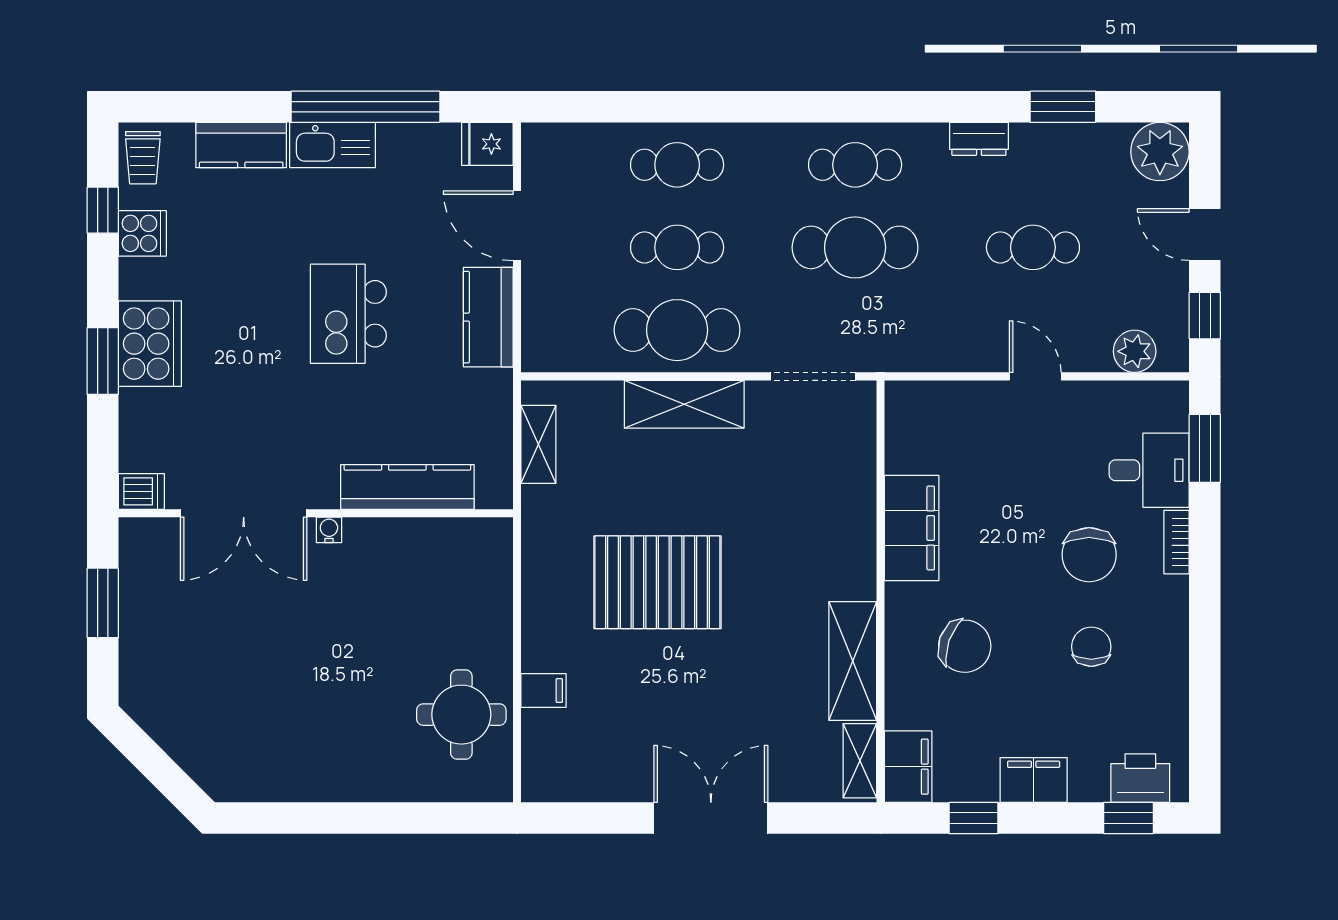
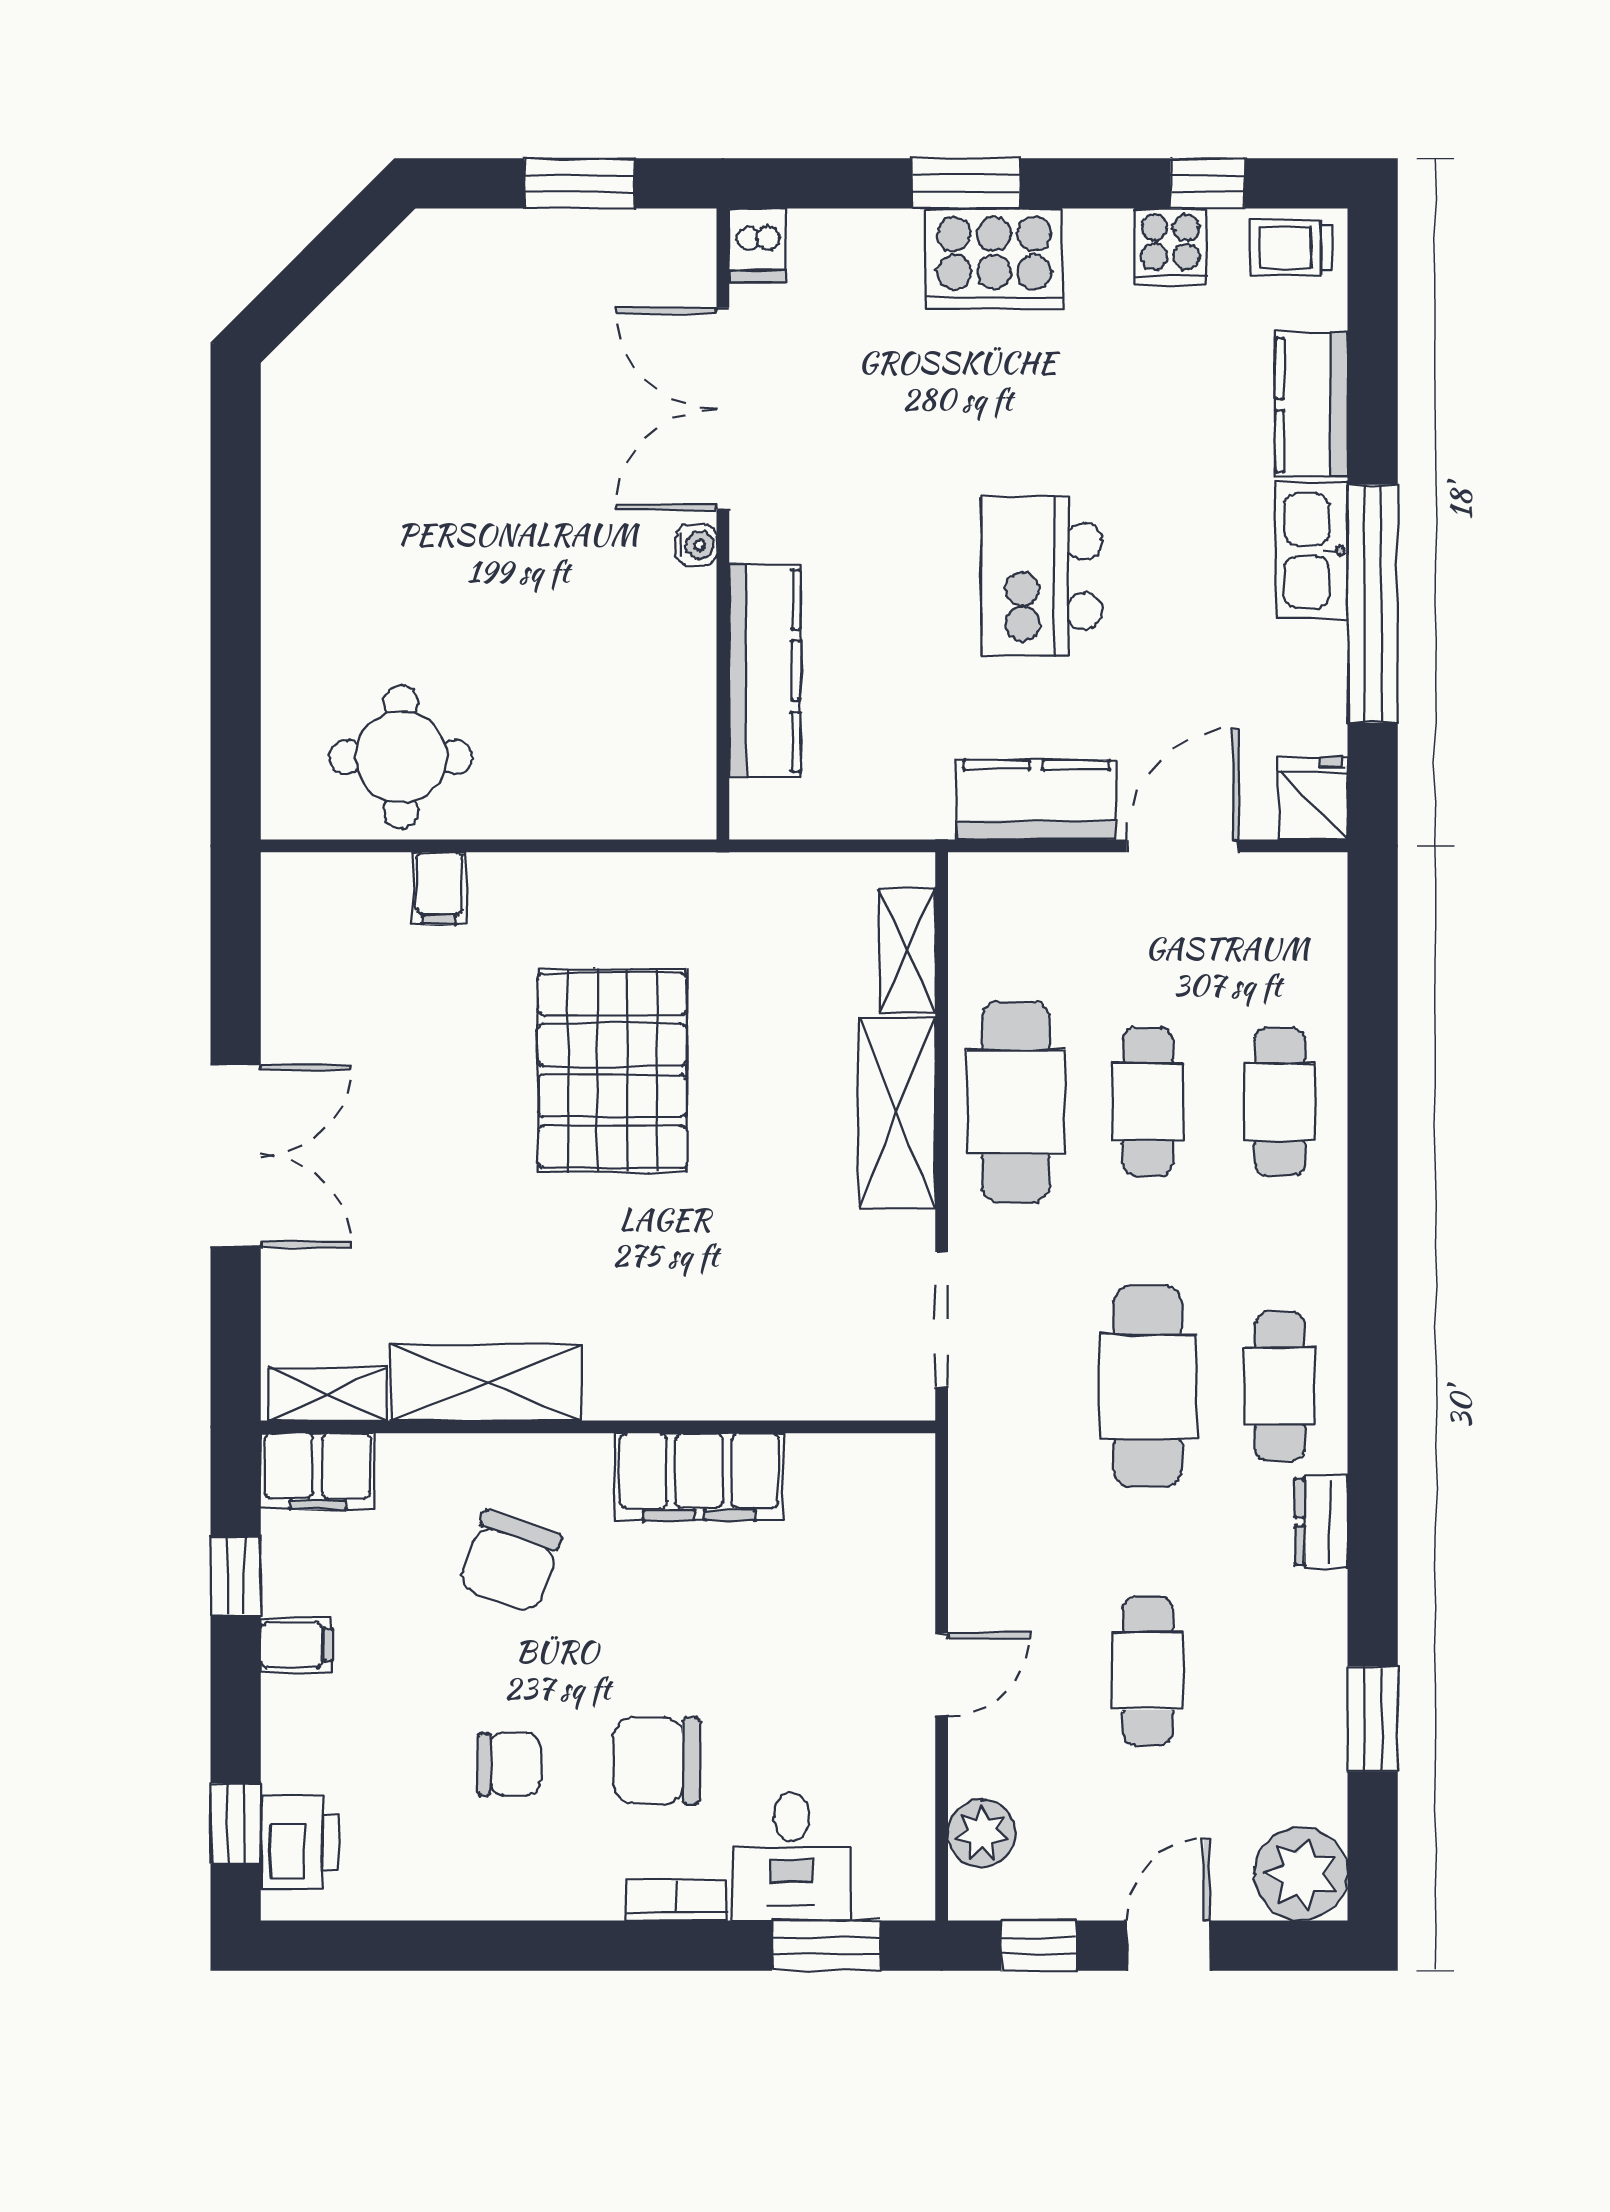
dresser: (979, 139) -> (1321, 1522), moved
kitchen island: (348, 314) -> (1042, 576), turned -90
shelving: (538, 444) -> (907, 950), moved, turned 90
filing cabinet: (1034, 780) -> (296, 1645), width x0.50

